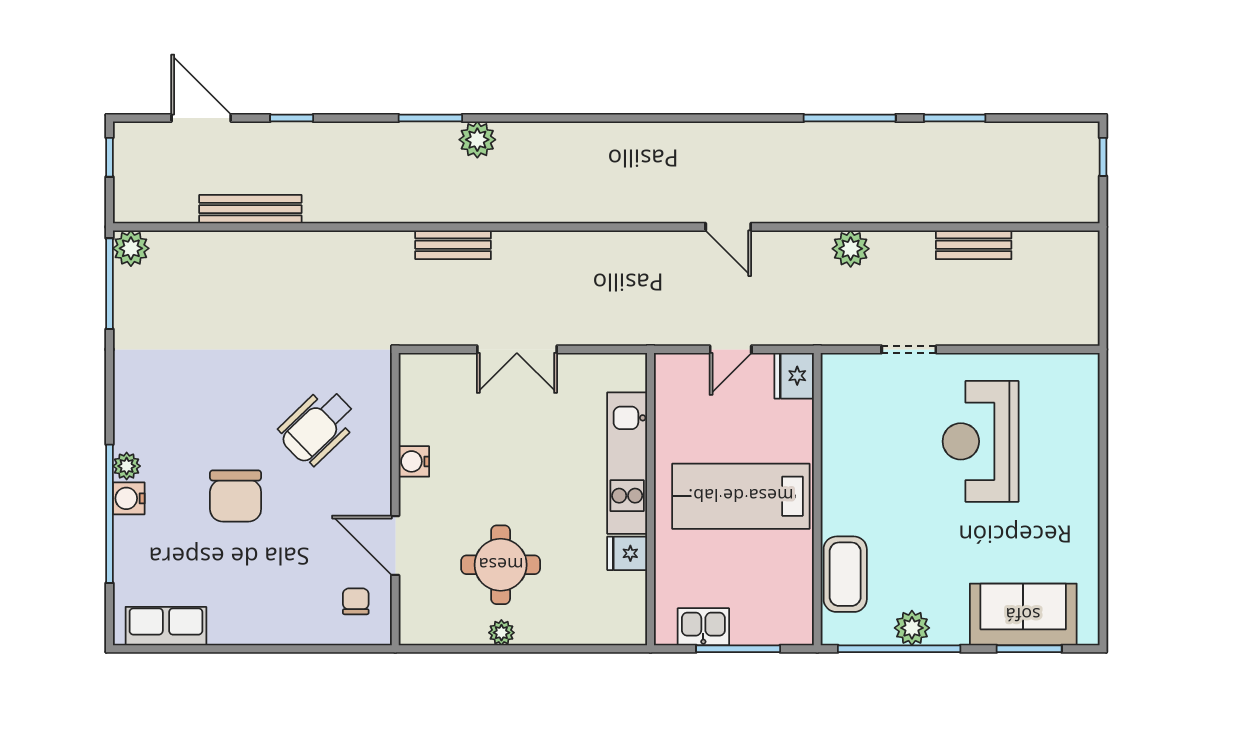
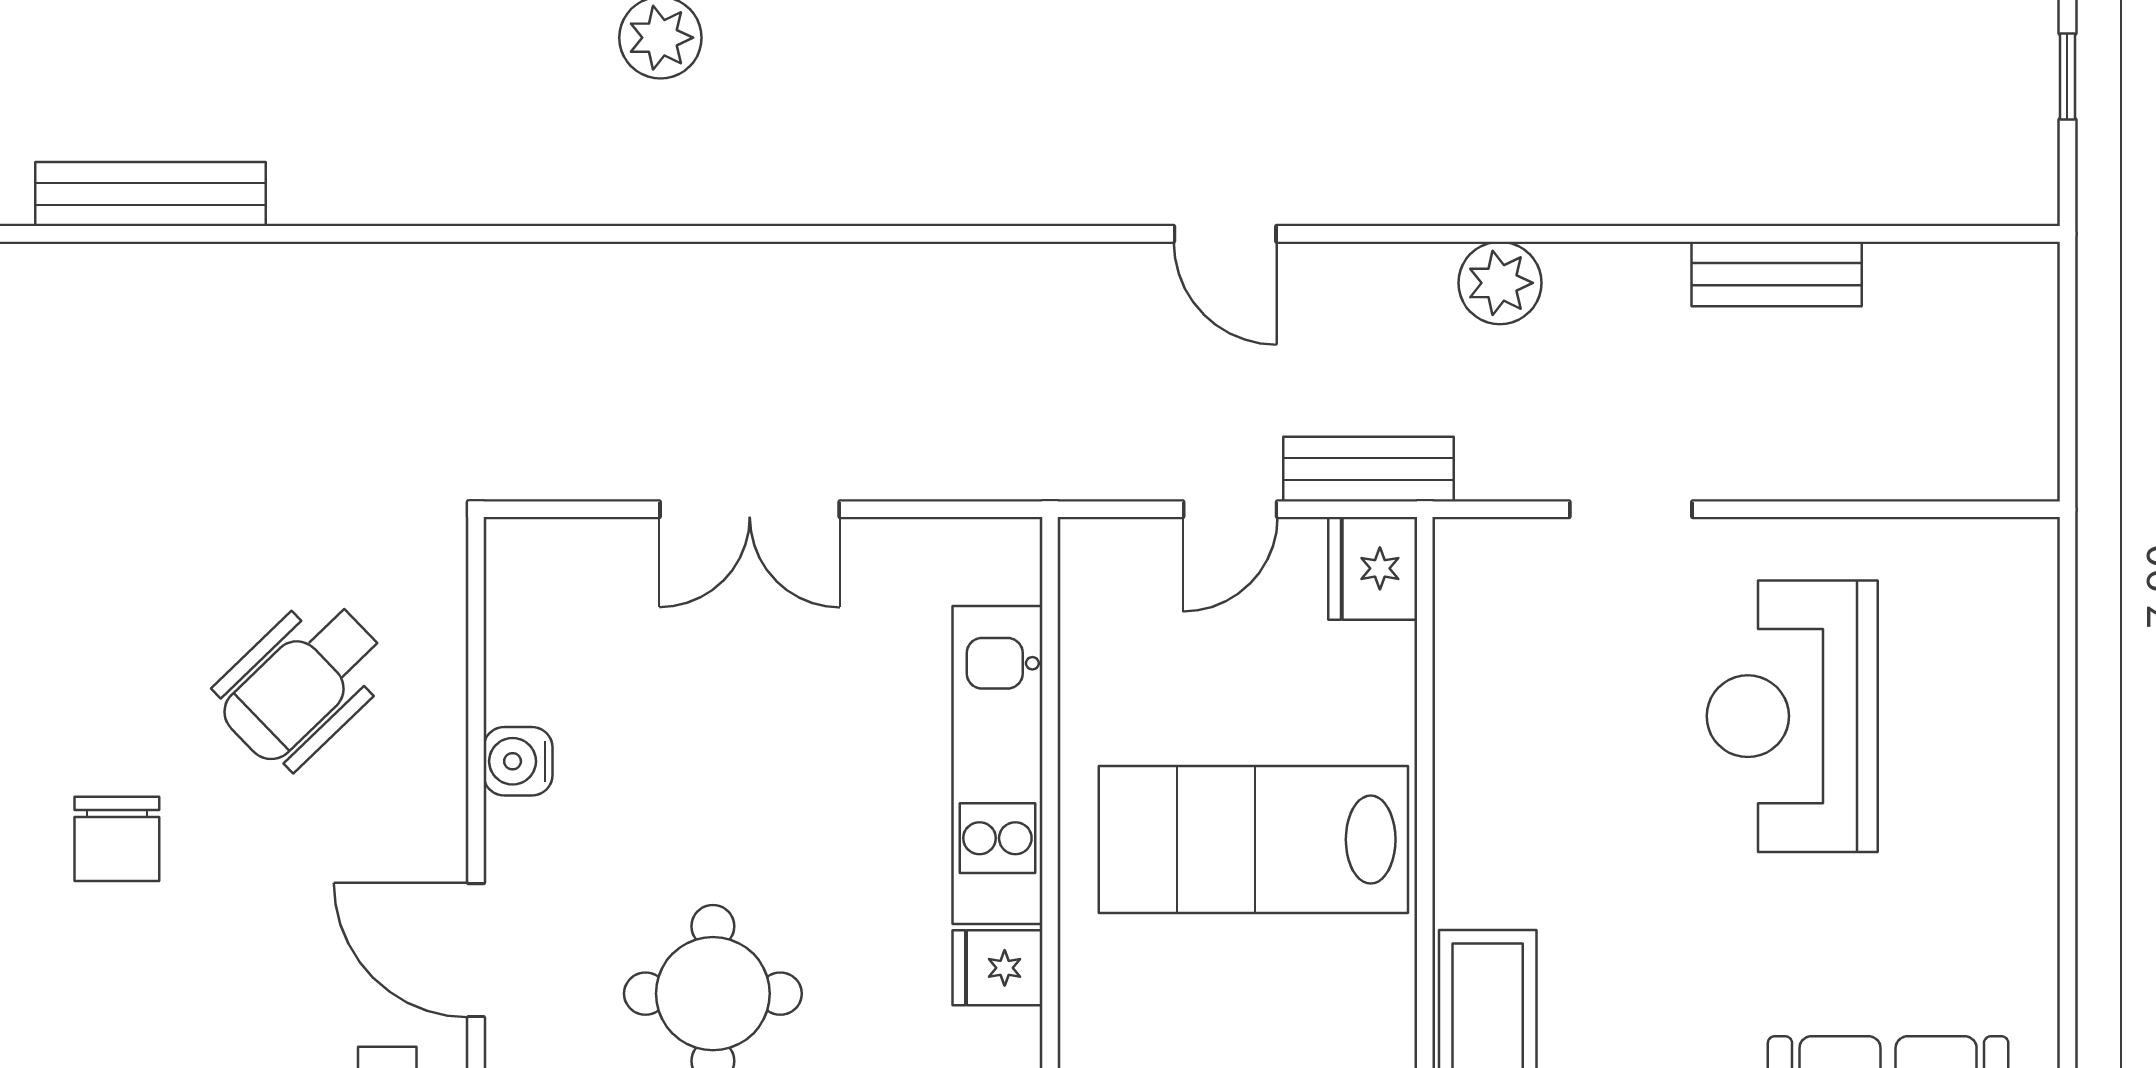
bench: (453, 245) -> (1369, 469), moved
chair: (236, 496) -> (117, 839), width x0.73, depth x0.73

